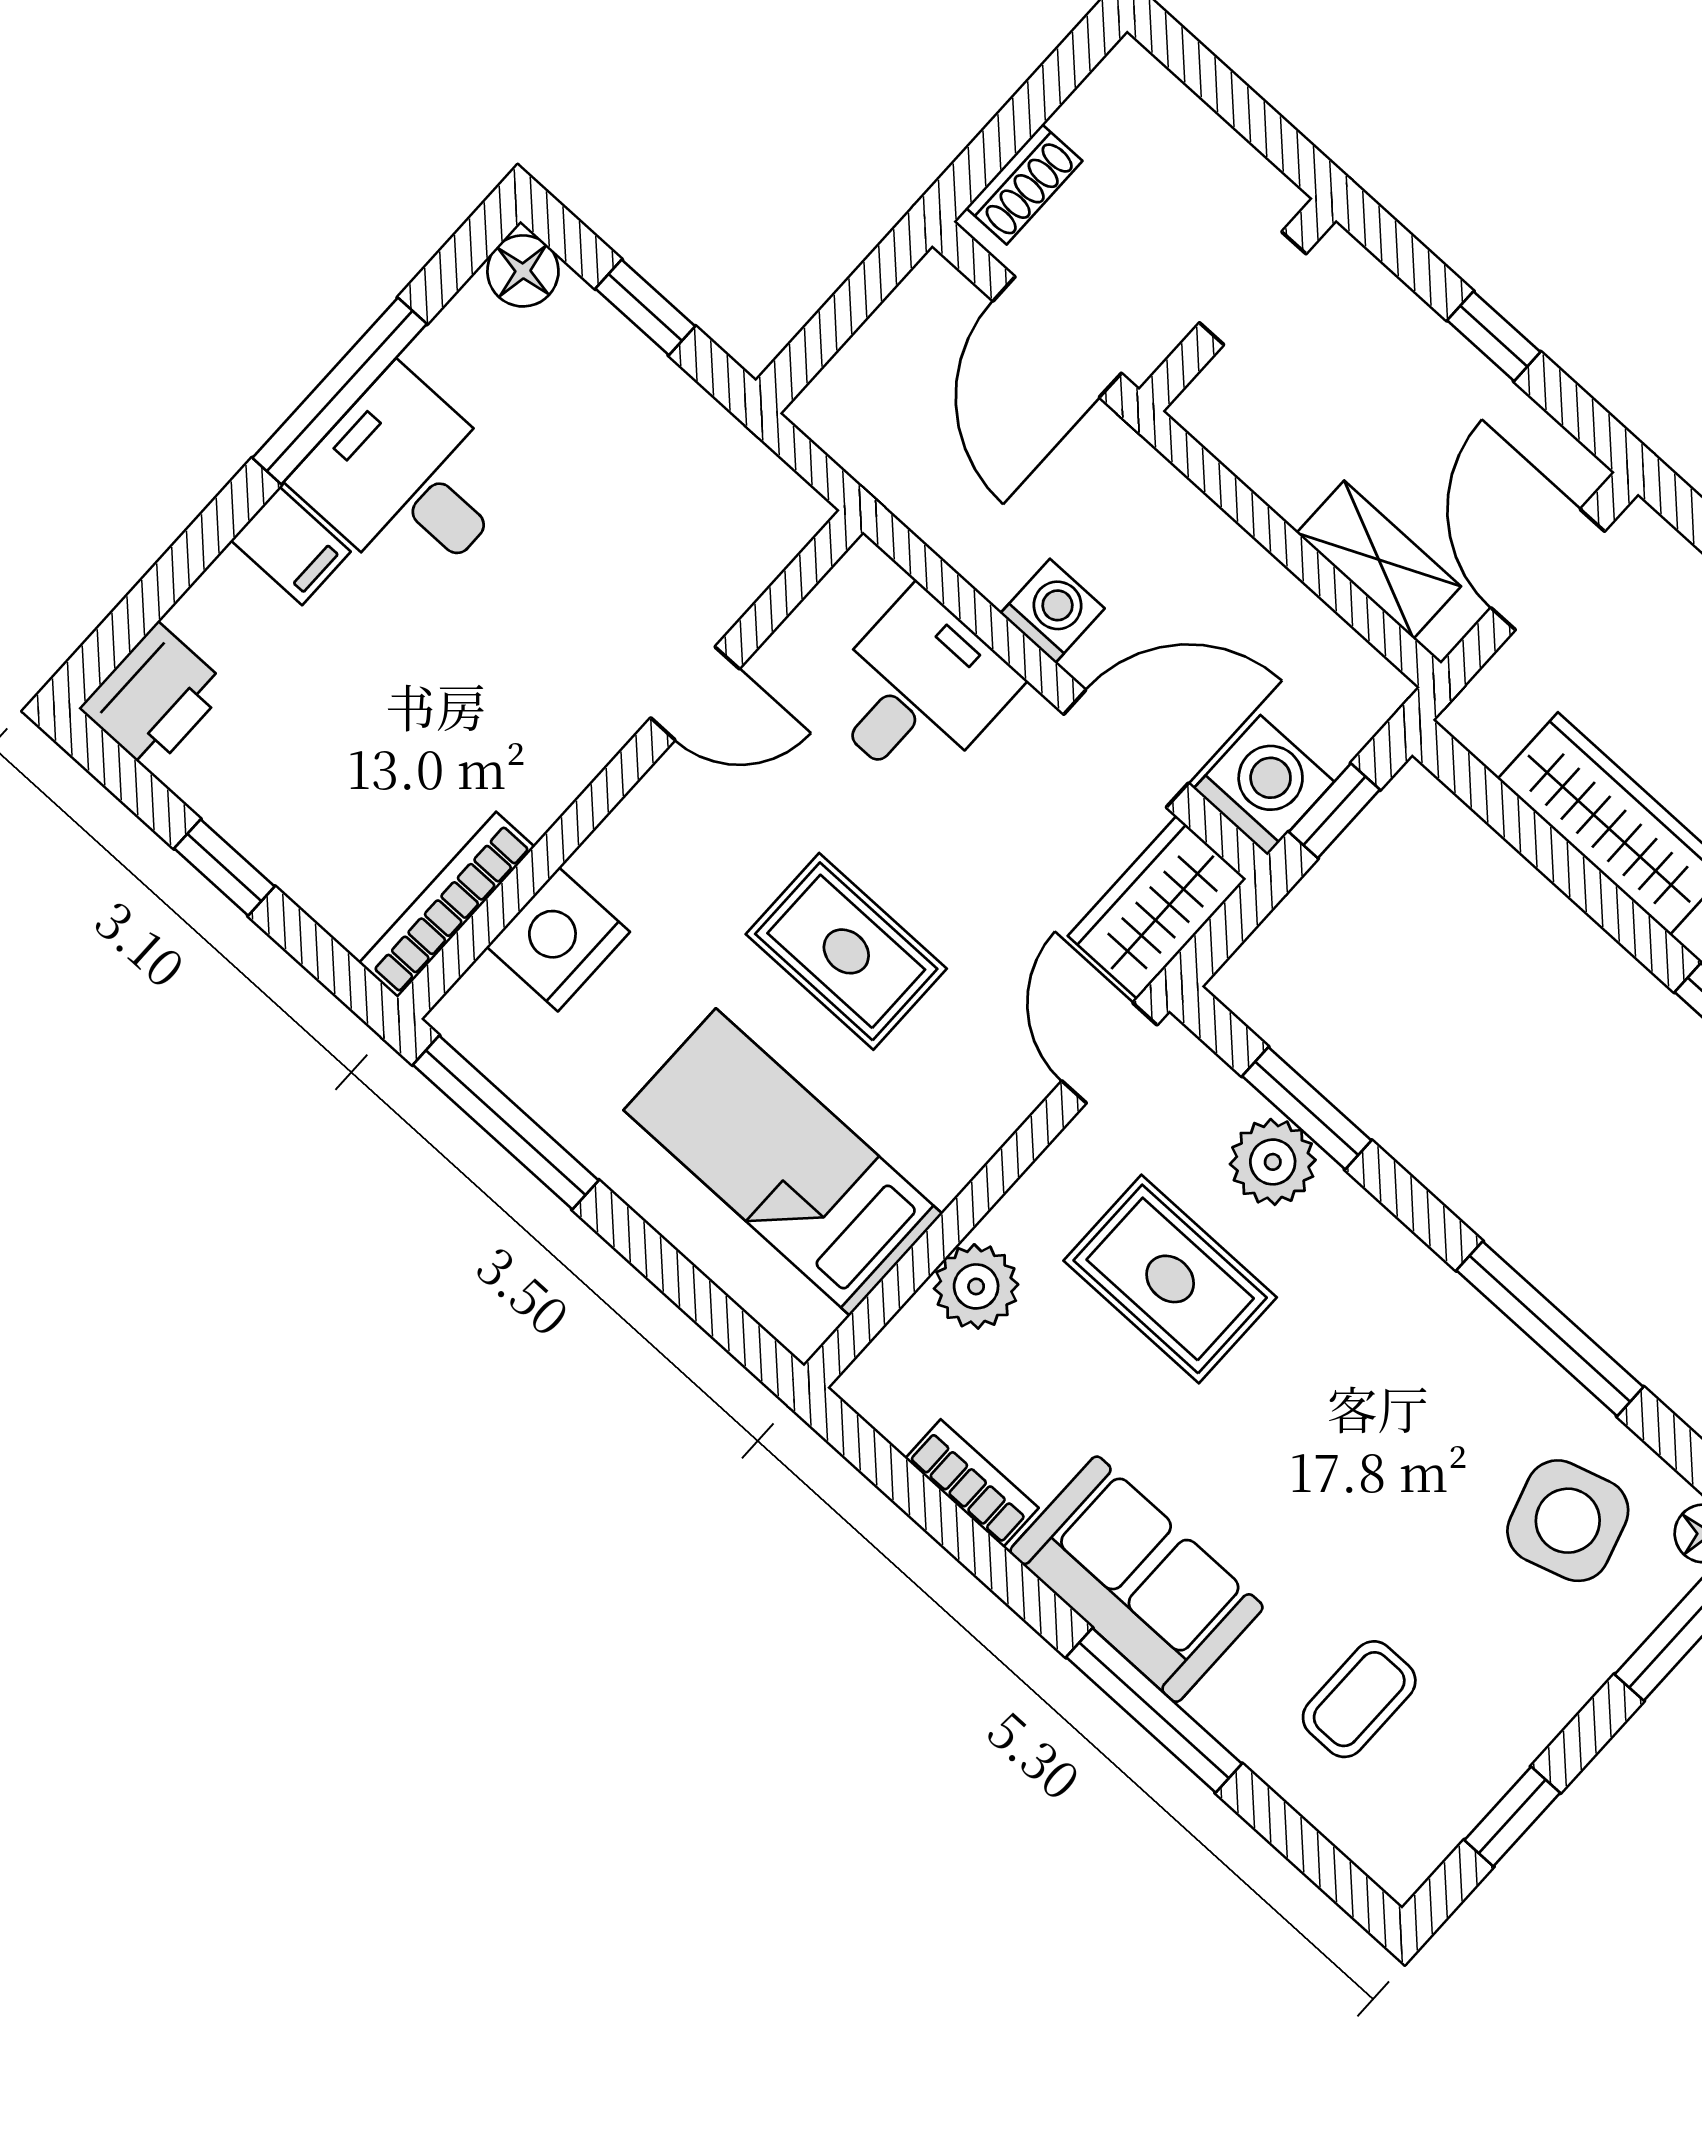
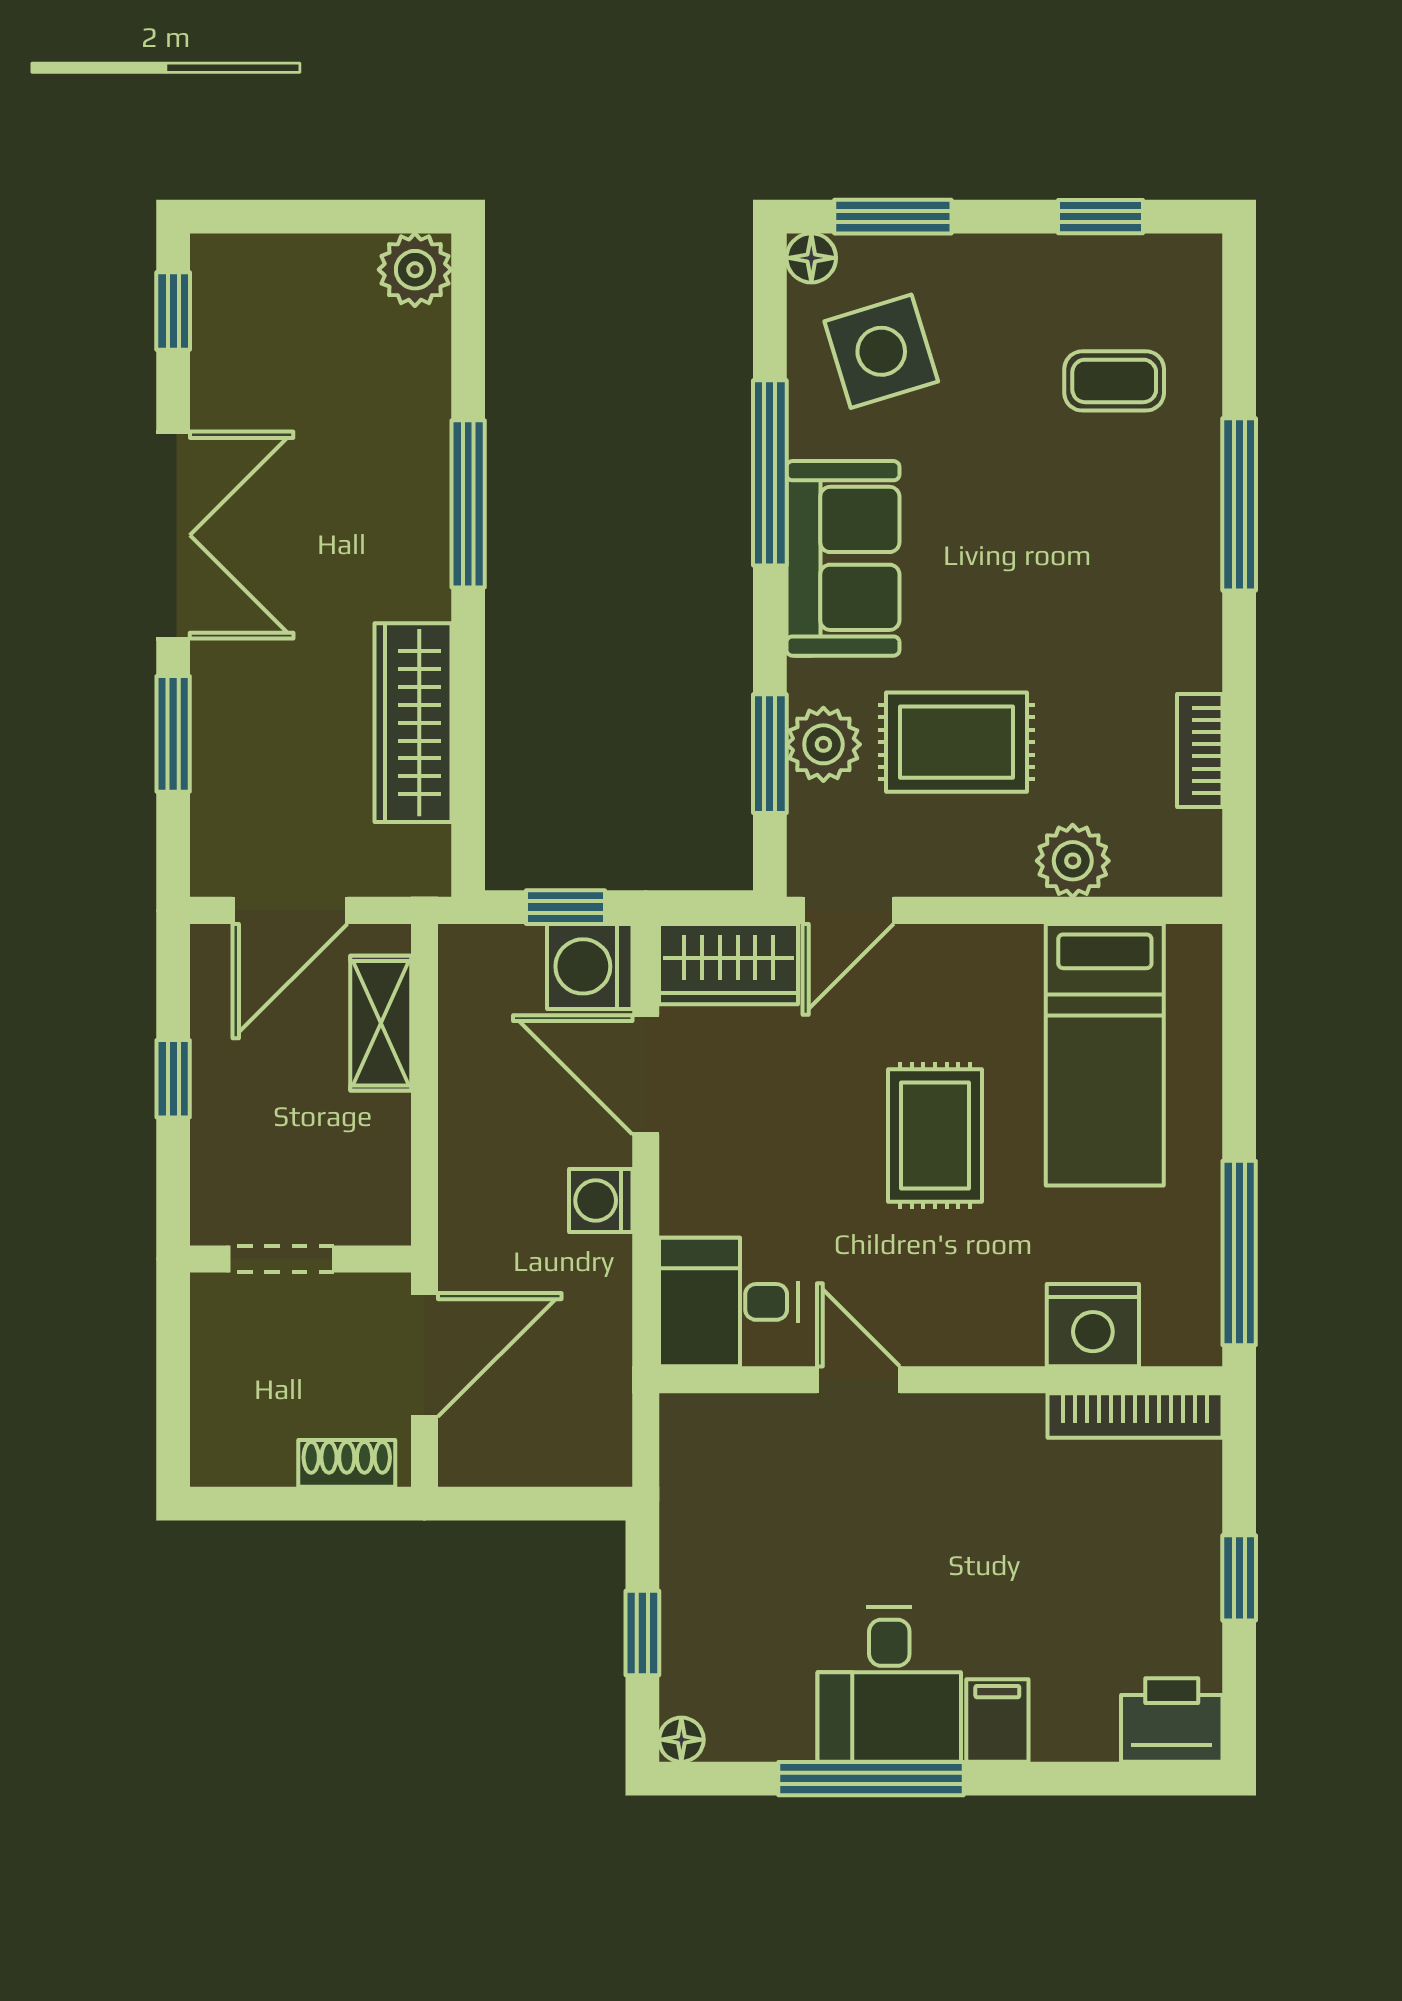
floor lamp: (523, 271) -> (681, 1740), width x0.73, depth x0.73
desk: (918, 690) -> (729, 1302), moved
rug: (1170, 1279) -> (957, 742), turned 90
sofa: (1137, 1579) -> (843, 558), moved, turned 180

